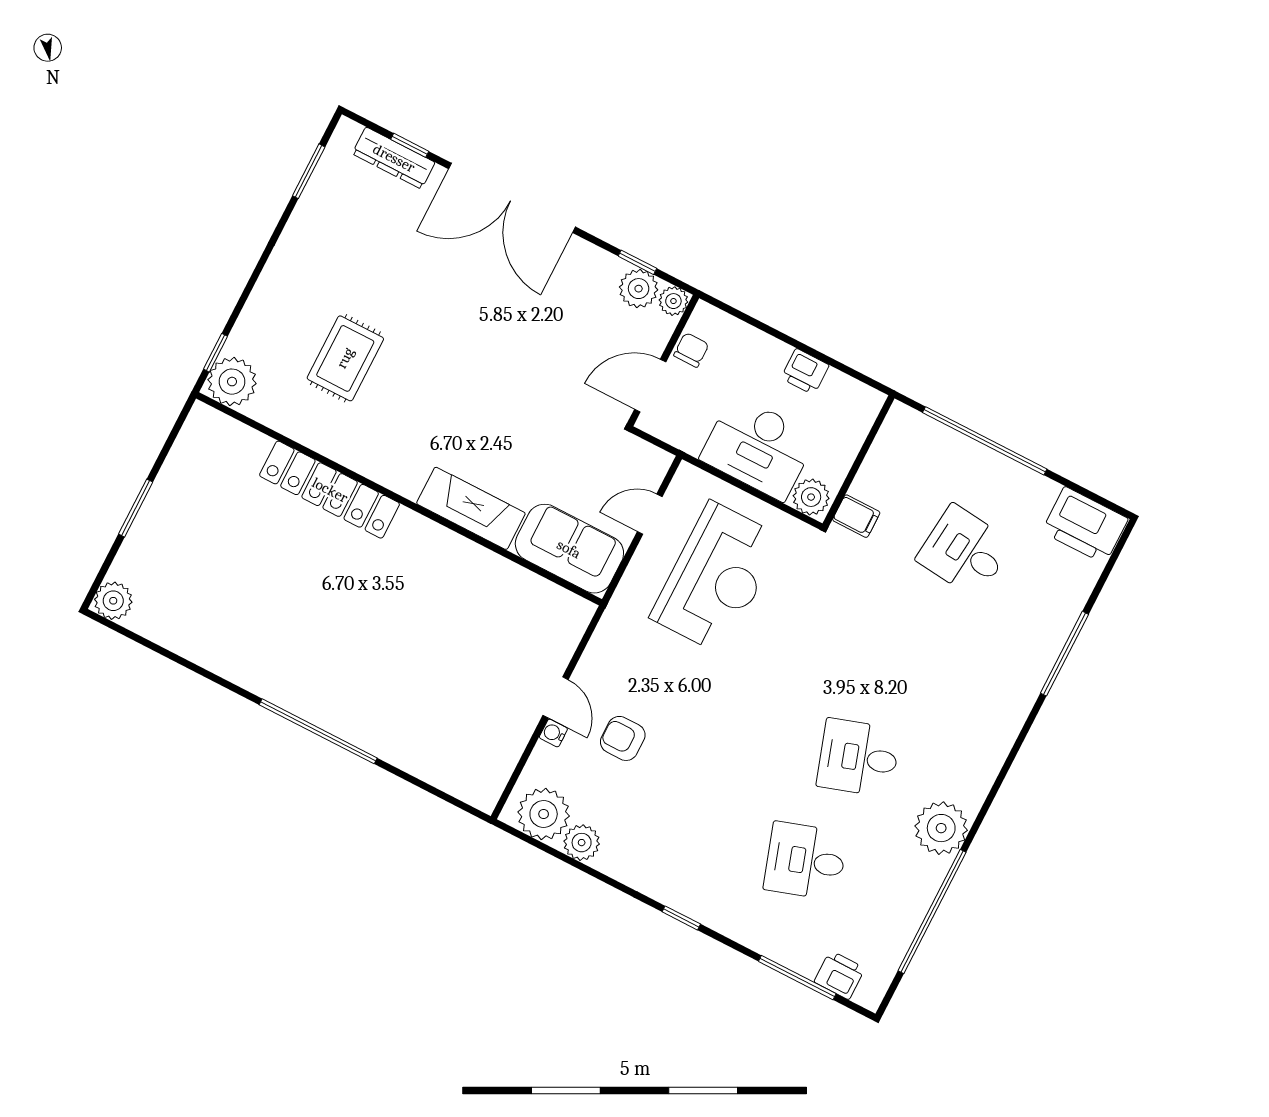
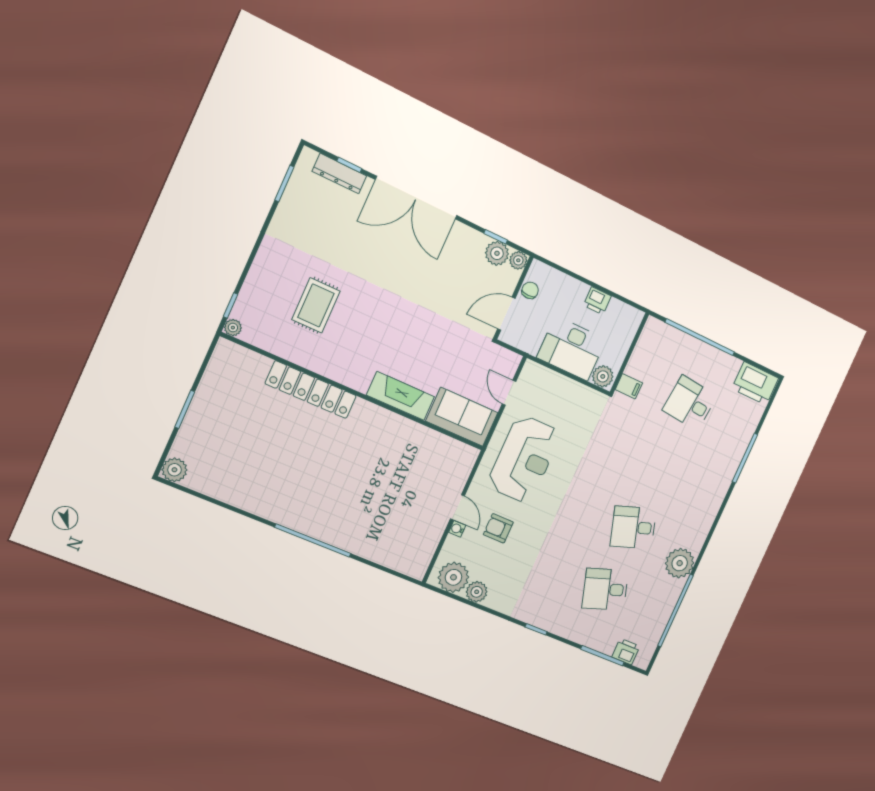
plant: (232, 382) -> (233, 328), width x0.53, depth x0.53
door: (650, 514) -> (509, 393), hinge flipped
reception desk: (716, 578) -> (524, 459), moved

